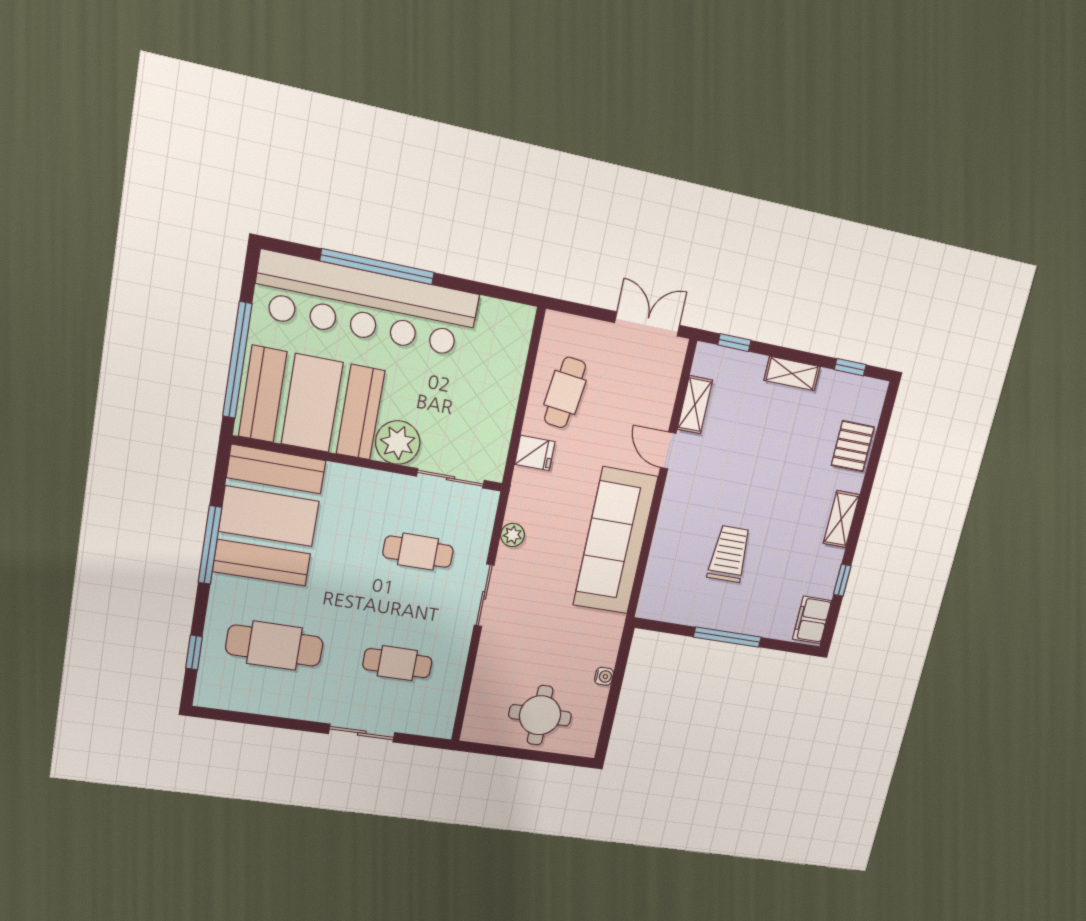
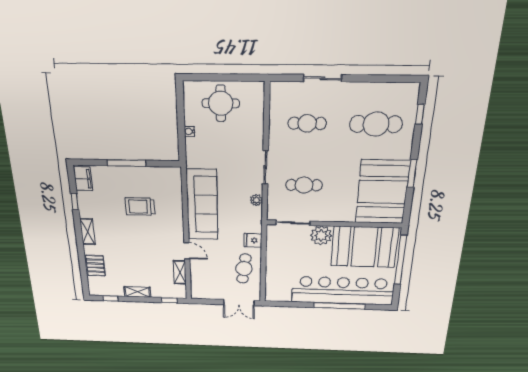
double door: (647, 324) -> (239, 303), moved
window: (210, 545) -> (412, 174), width x0.69
trolley: (729, 554) -> (140, 207), turned 90

